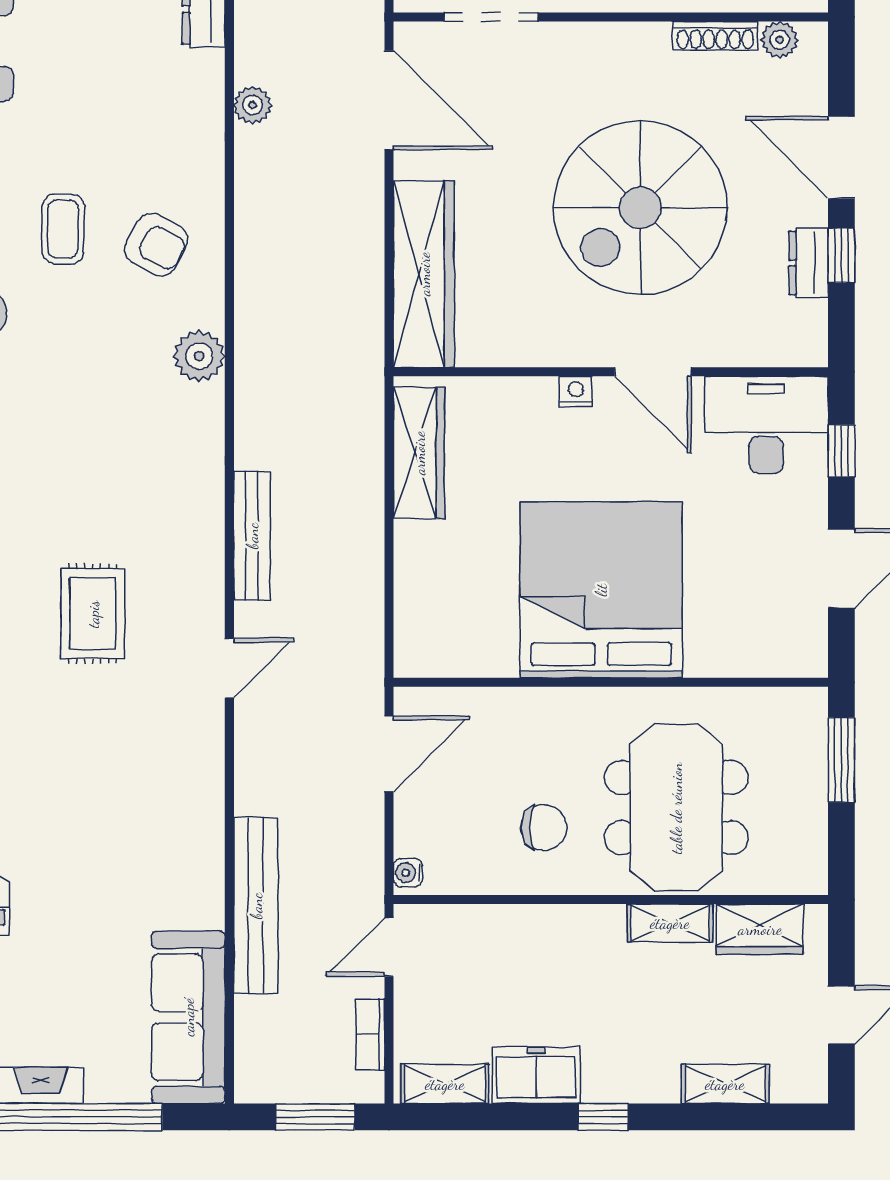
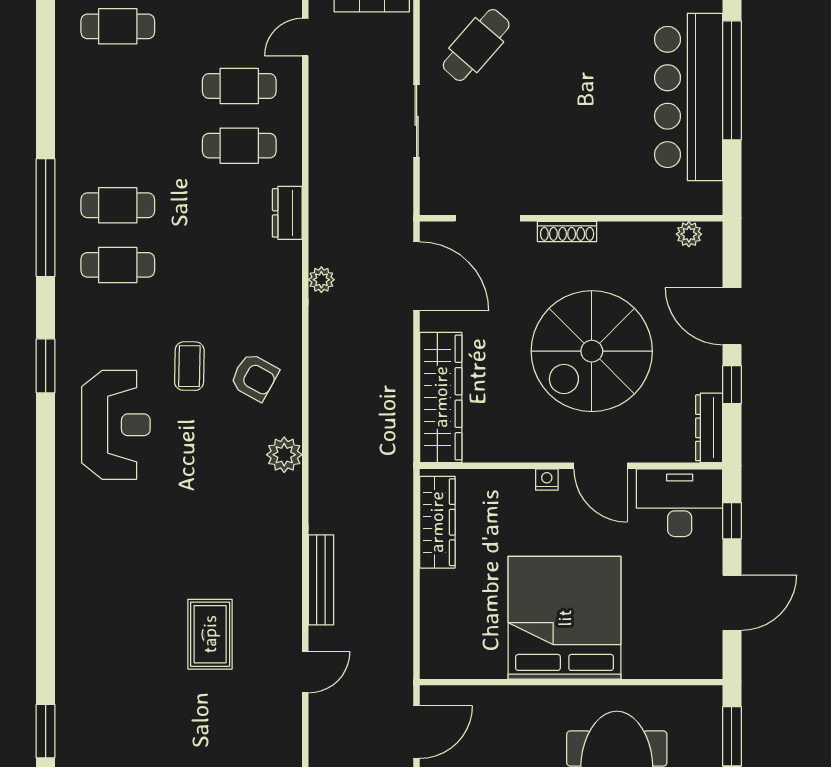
shoe rack: (715, 36) -> (567, 231), moved
dresser: (809, 263) -> (709, 428), moved, width x1.44

